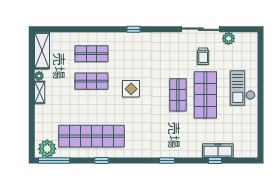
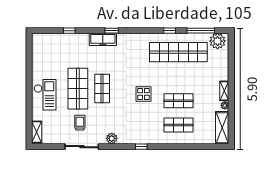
plant: (229, 38) -> (112, 138), moved
shelving: (252, 46) -> (37, 132), added
freezer: (218, 151) -> (103, 39), moved
window: (54, 161) -> (201, 31), moved

